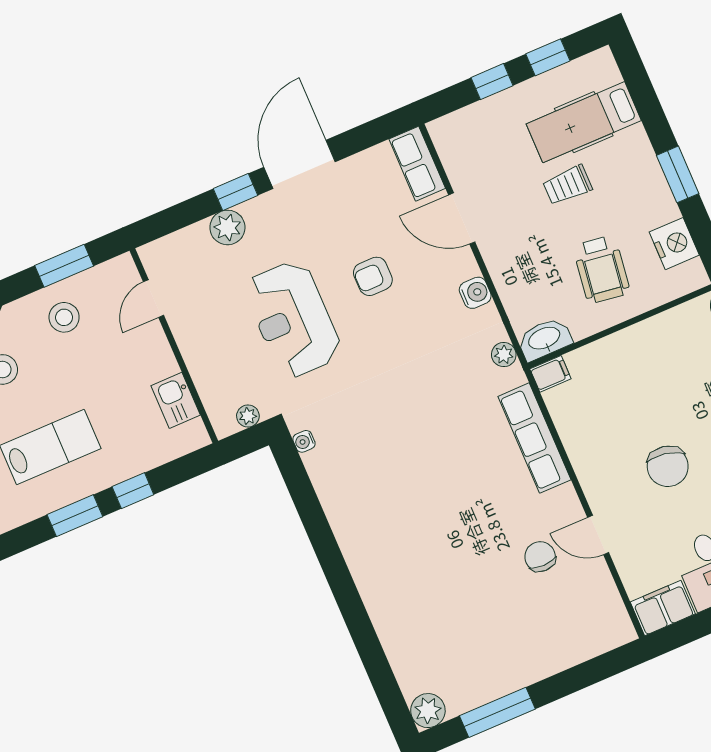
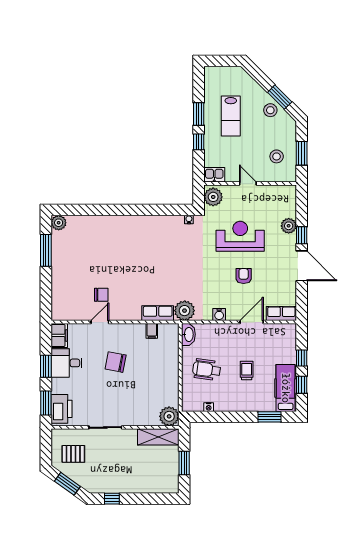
hospital bed: (584, 122) -> (286, 388), moved
window: (678, 174) -> (269, 417), moved
nightstand: (674, 244) -> (209, 407), width x0.53, depth x0.56
door: (154, 299) -> (248, 184), moved
stool: (64, 317) -> (277, 156), moved
plant: (504, 355) -> (185, 311), width x1.88, depth x1.88
filing cabinet: (550, 374) -> (152, 331), moved
kitchen sink: (176, 400) -> (214, 175), moved
plant: (248, 416) -> (213, 197), width x1.88, depth x1.88
row of seats: (534, 438) -> (158, 313), width x0.68

